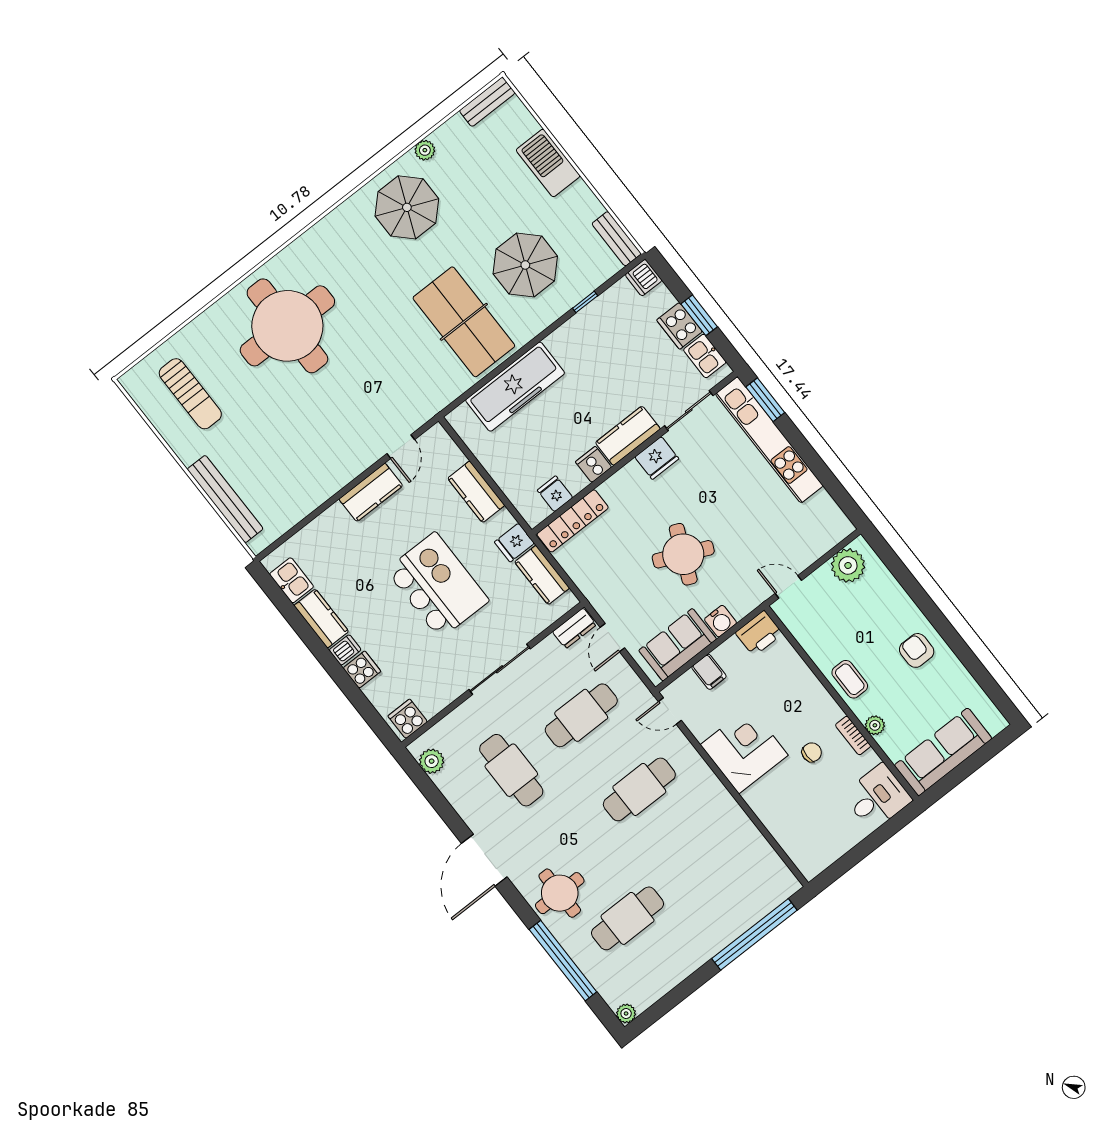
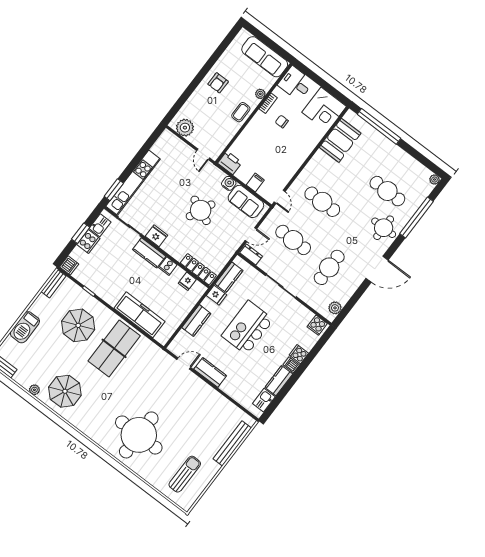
corner desk: (744, 750) -> (324, 109), moved, turned -90
booth: (747, 854) -> (340, 140), added

